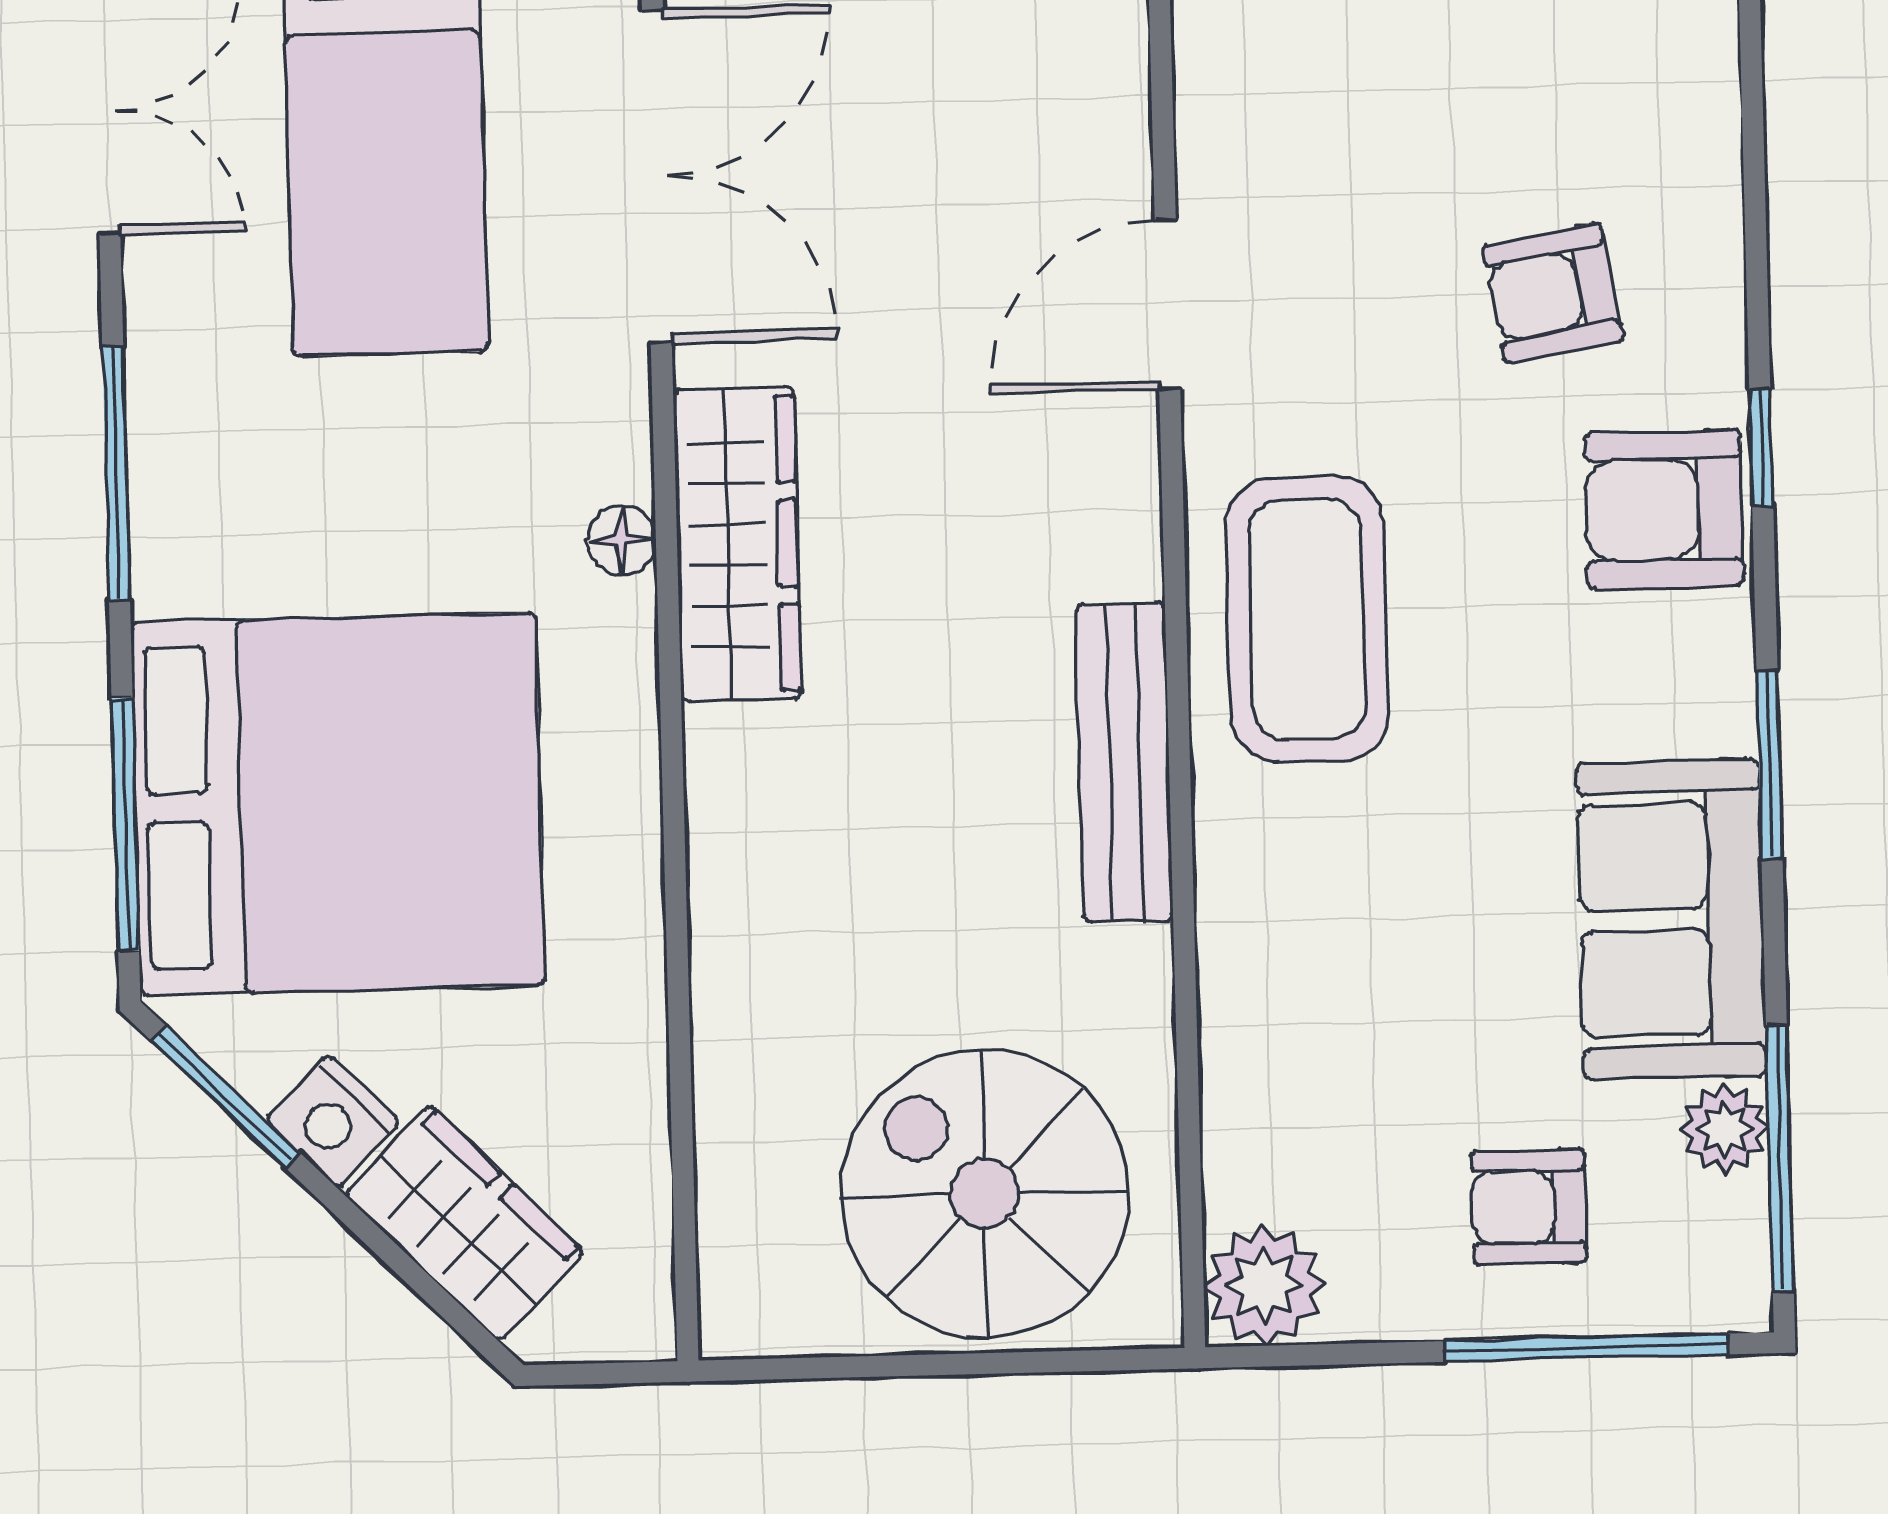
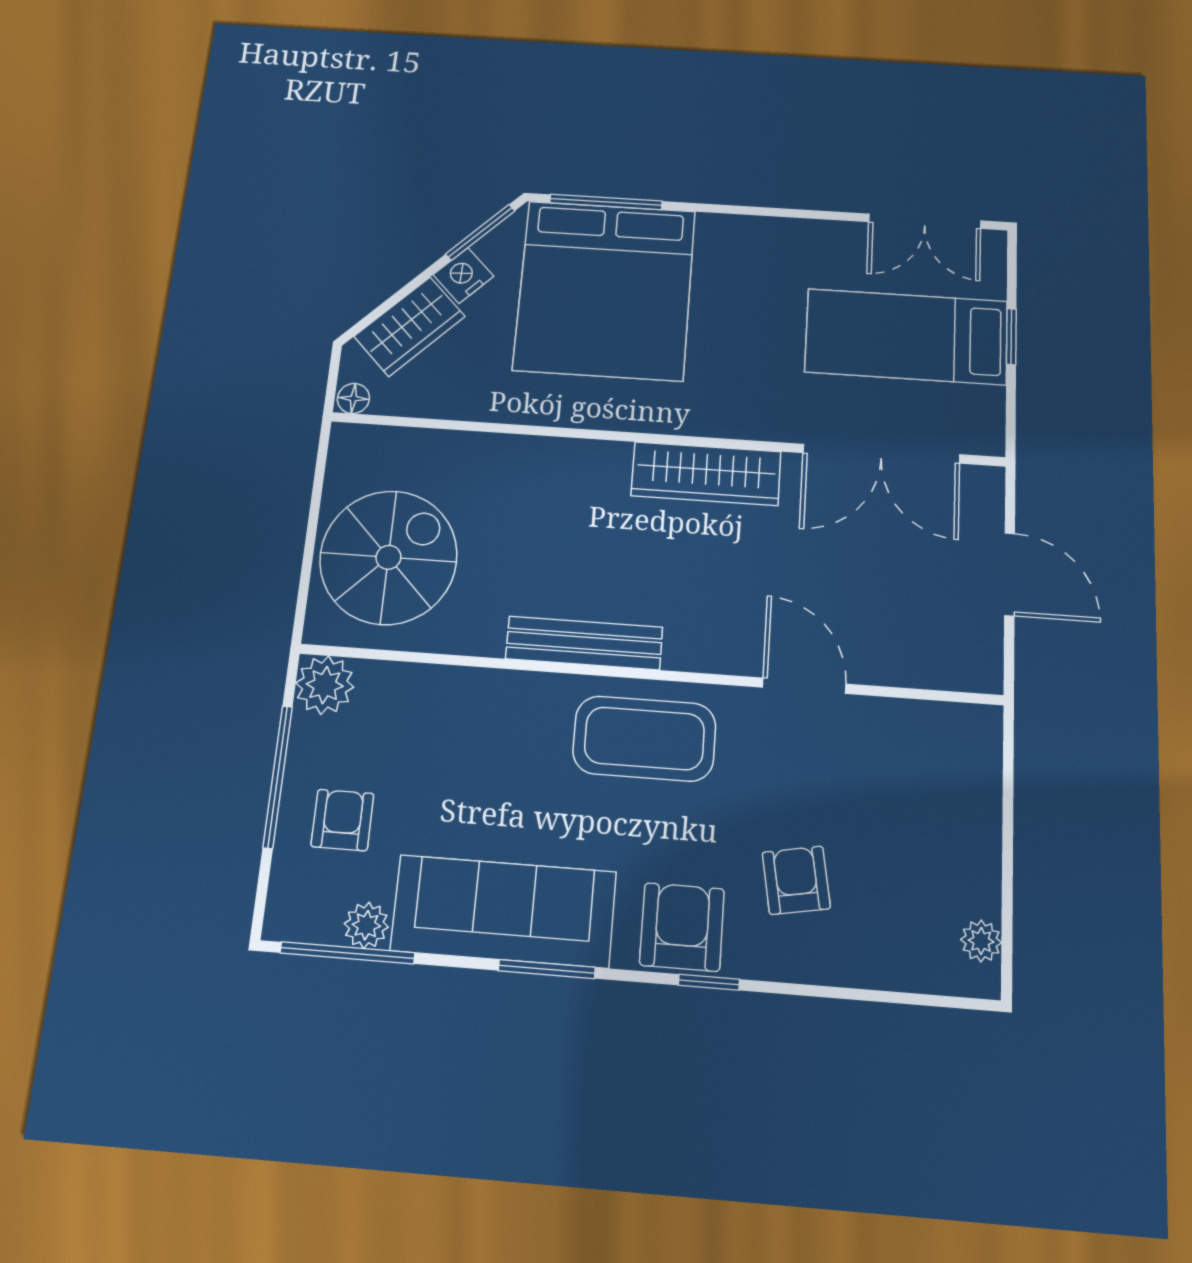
window: (116, 473) -> (762, 211), removed
floor lamp: (622, 540) -> (353, 398), moved
sofa: (1672, 919) -> (504, 911), width x1.36
window: (1586, 1348) -> (278, 777), moved

